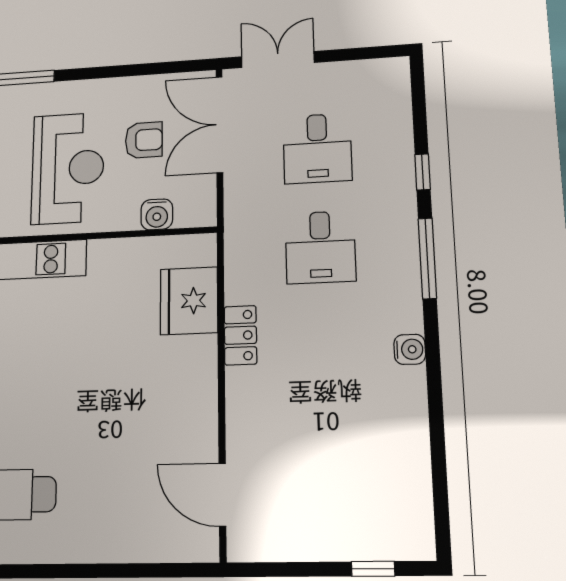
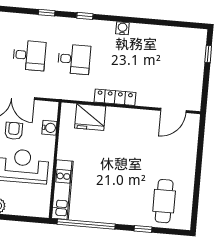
window: (427, 258) -> (85, 16), width x0.46
locker: (240, 335) -> (115, 97), width x1.53

